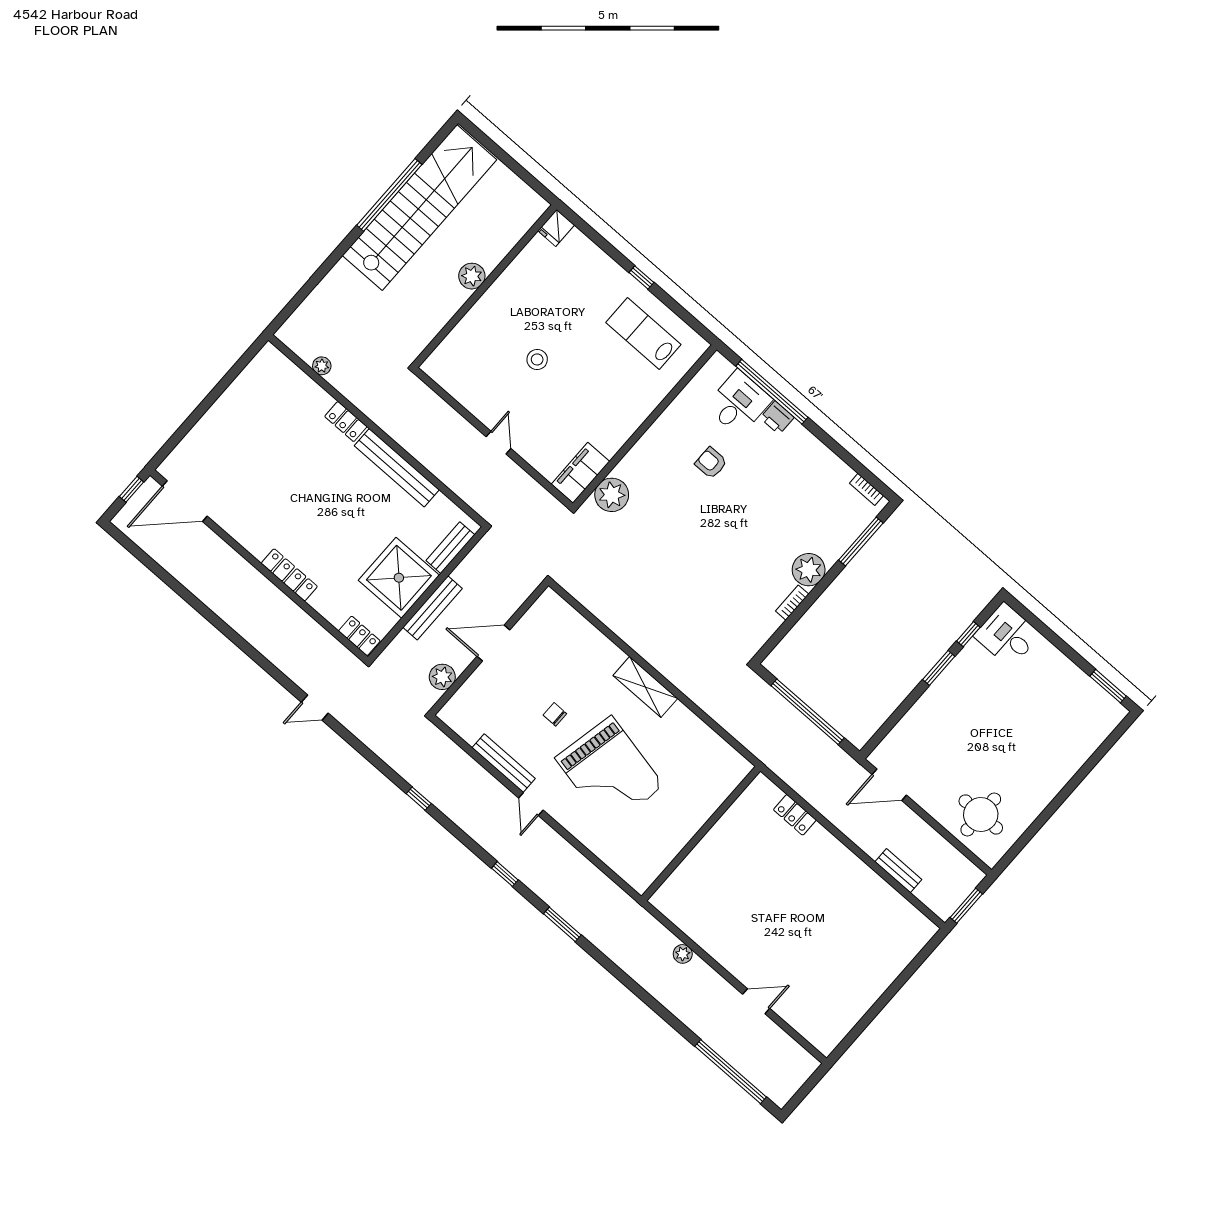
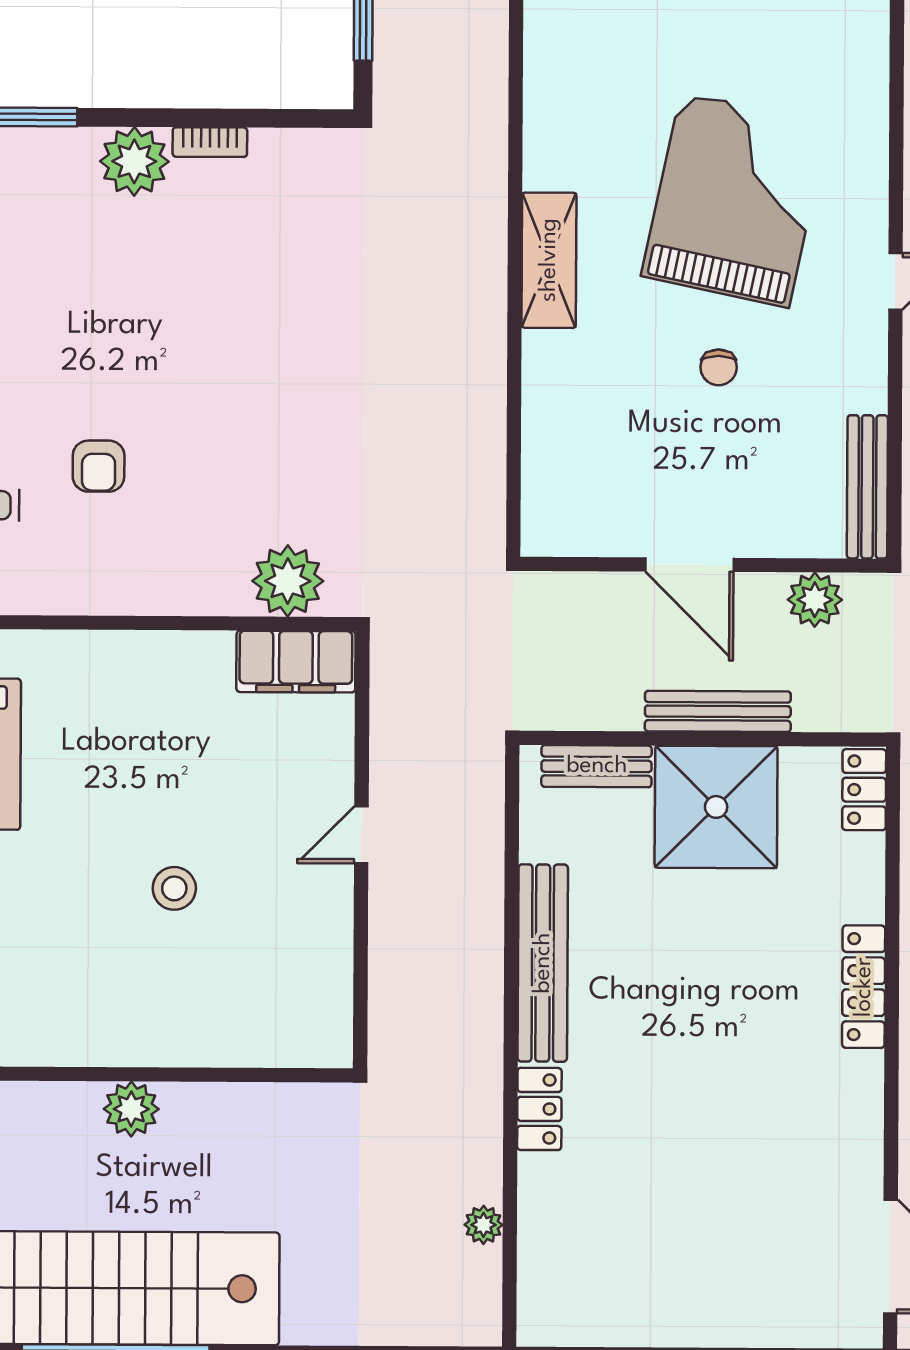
bench: (504, 763) -> (867, 487), moved

